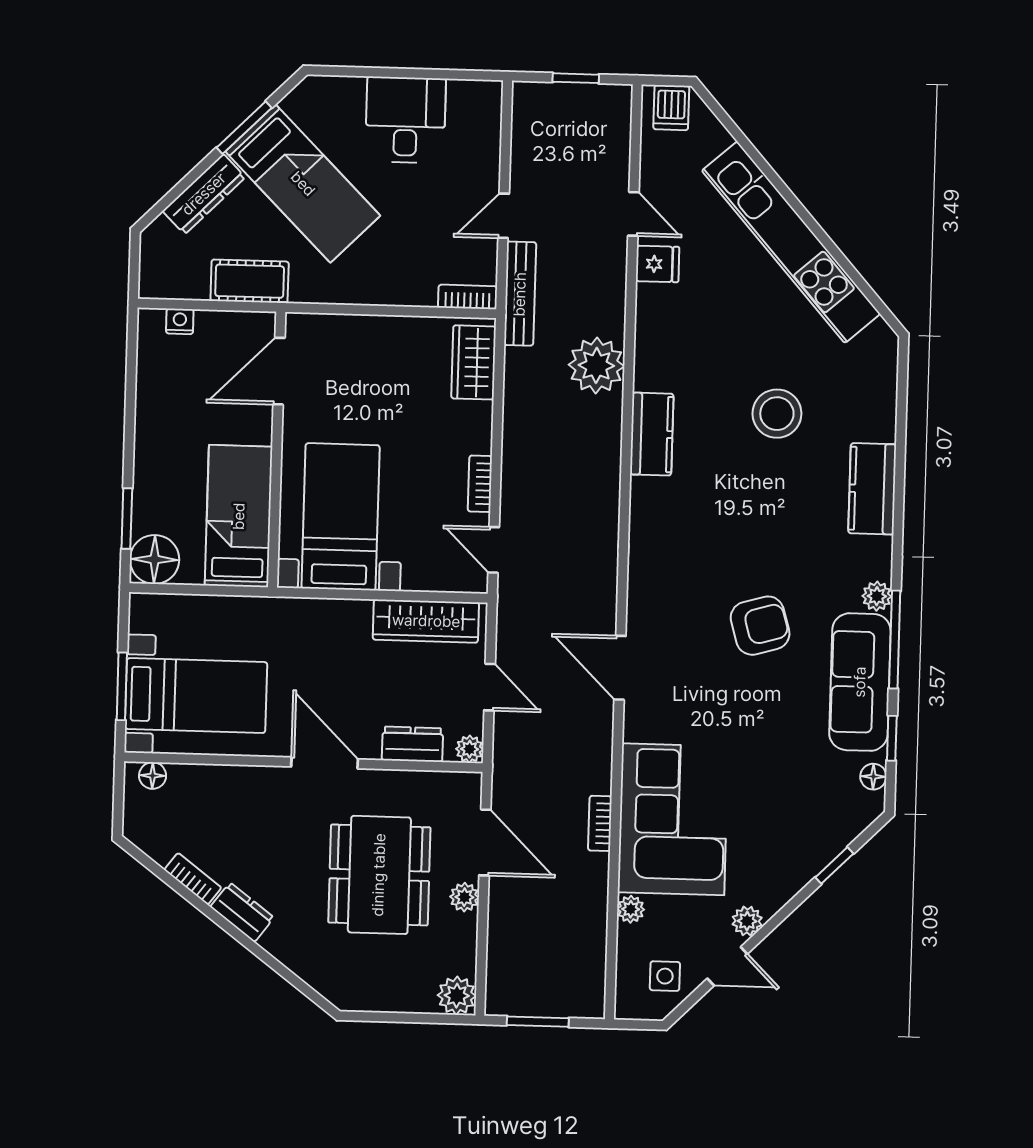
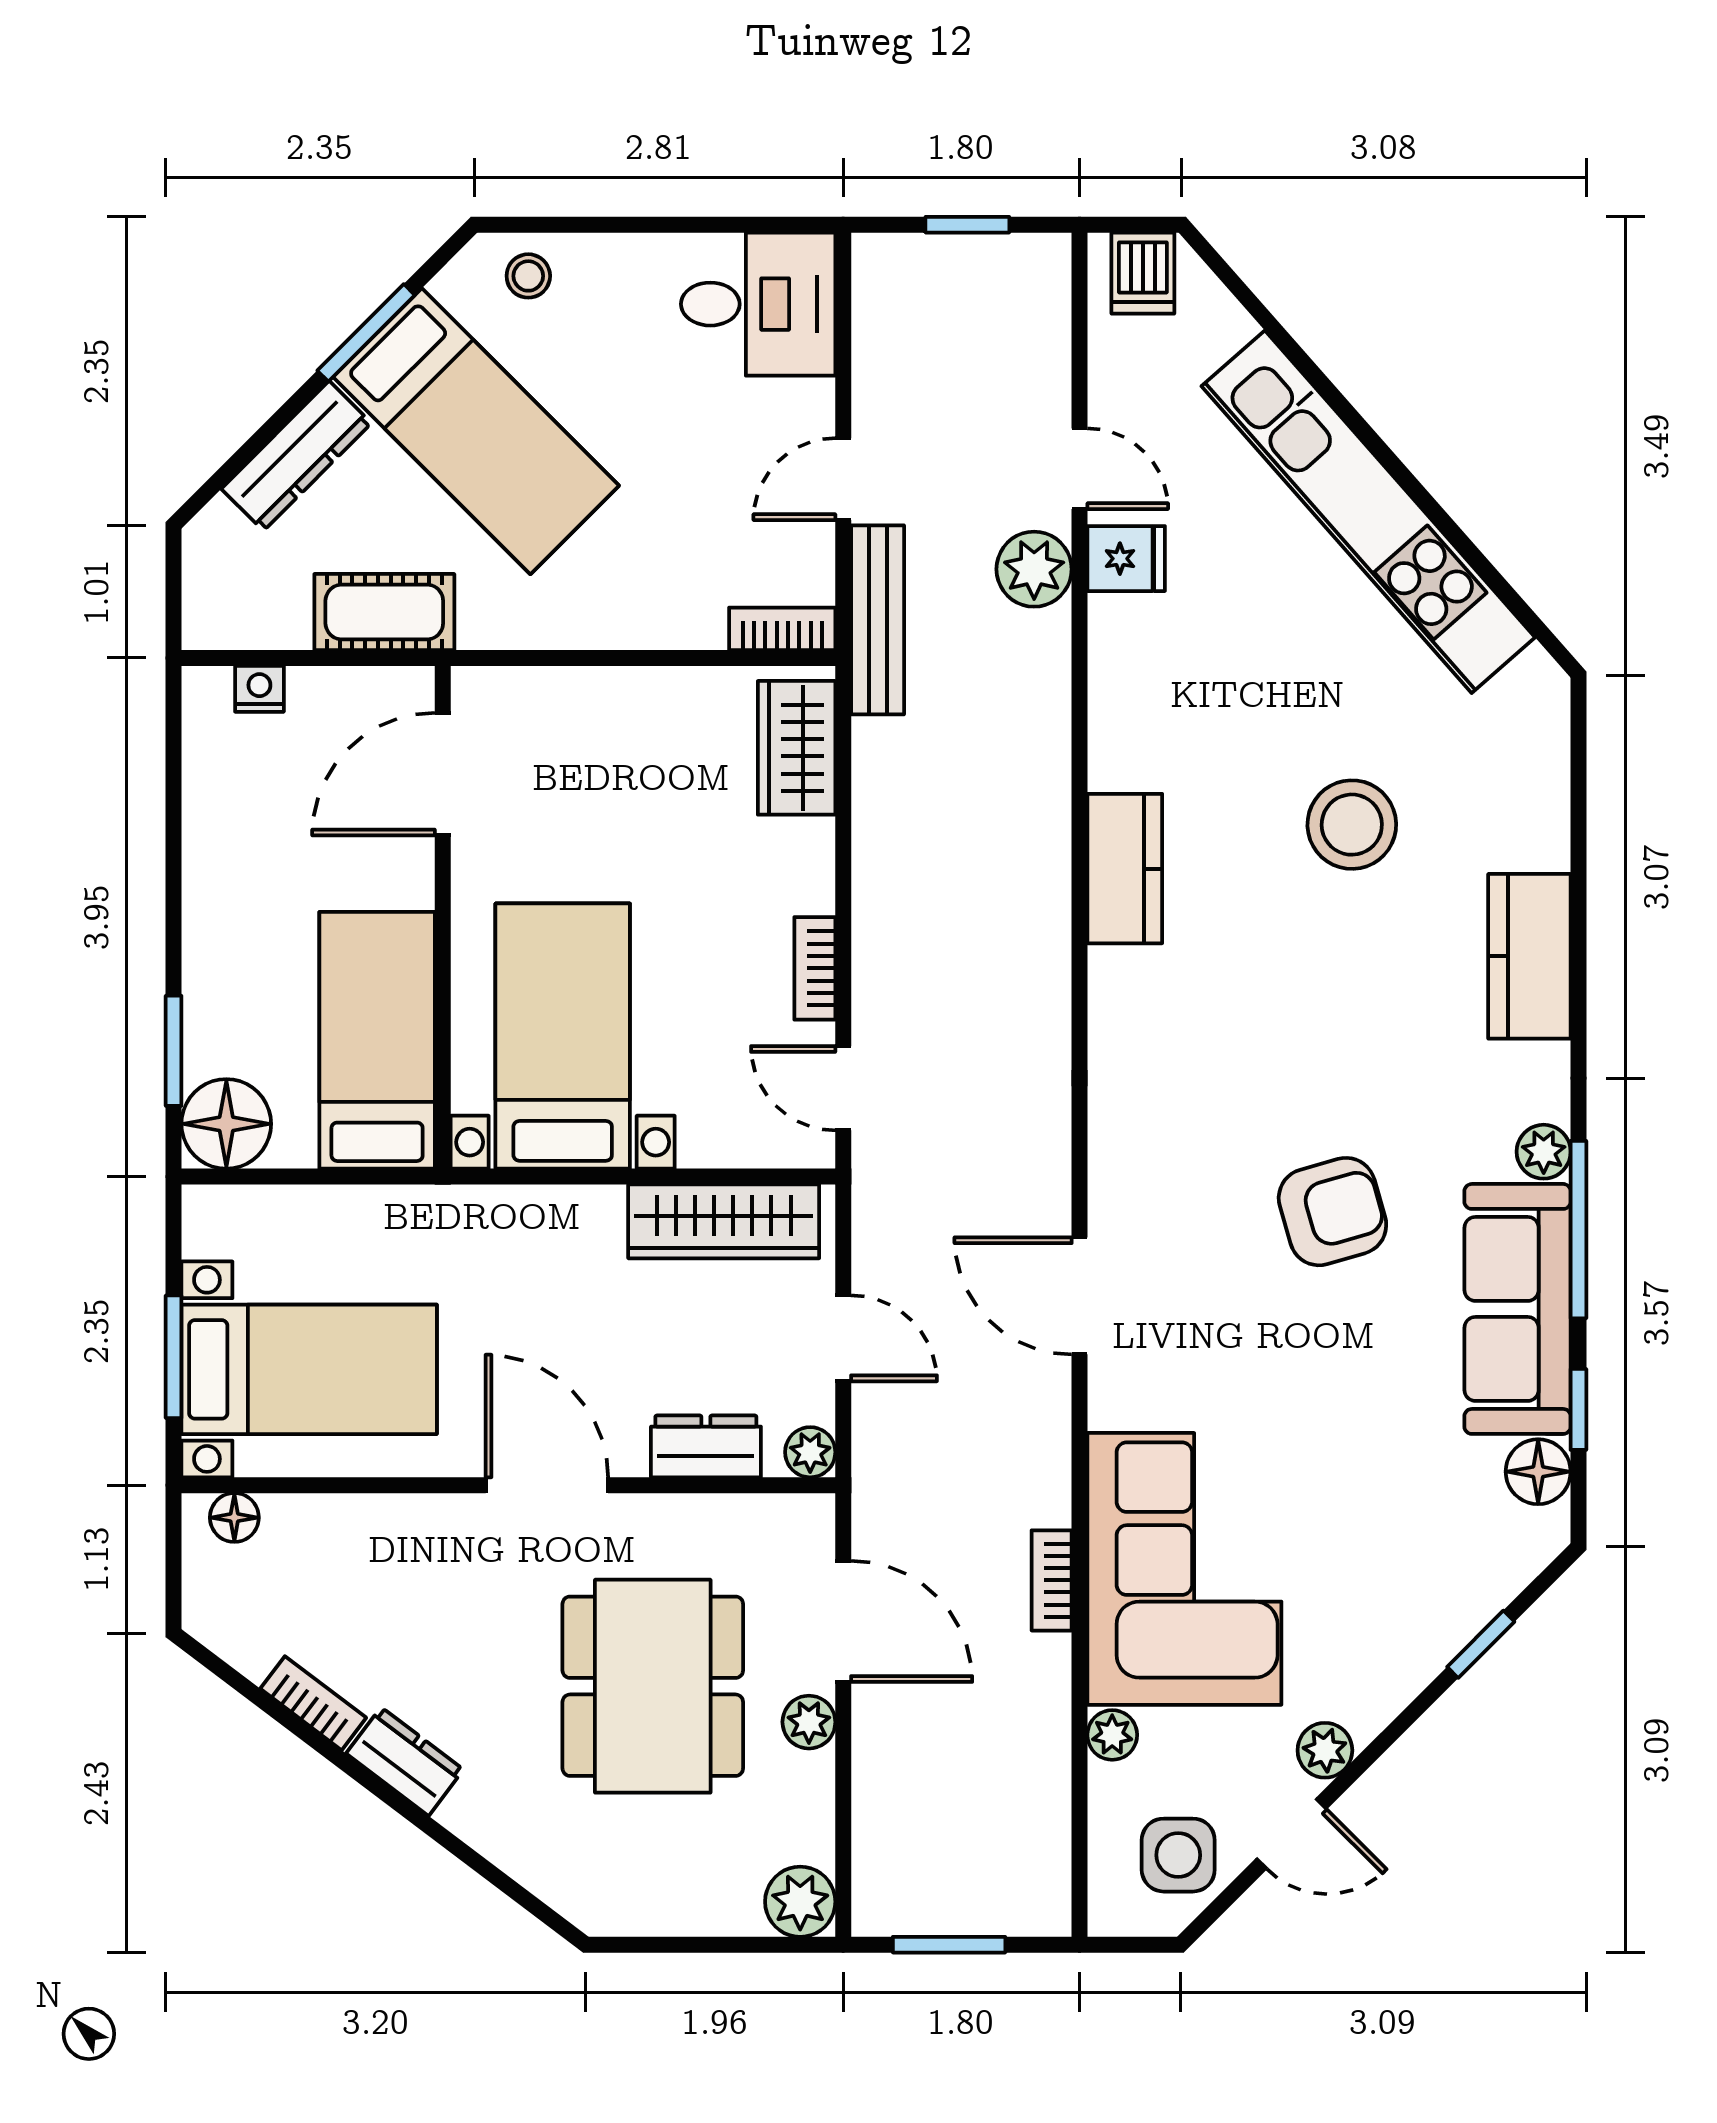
stool: (334, 99) -> (528, 276), added
desk: (406, 120) -> (758, 304), moved, turned 90
plant: (596, 365) -> (1034, 569), moved, width x0.73, depth x0.73
floor lamp: (873, 777) -> (1538, 1472), width x1.37, depth x1.37
side table: (665, 976) -> (1178, 1855), width x1.37, depth x1.37

